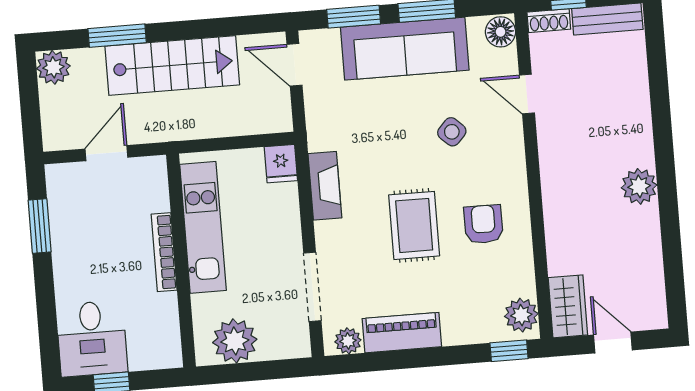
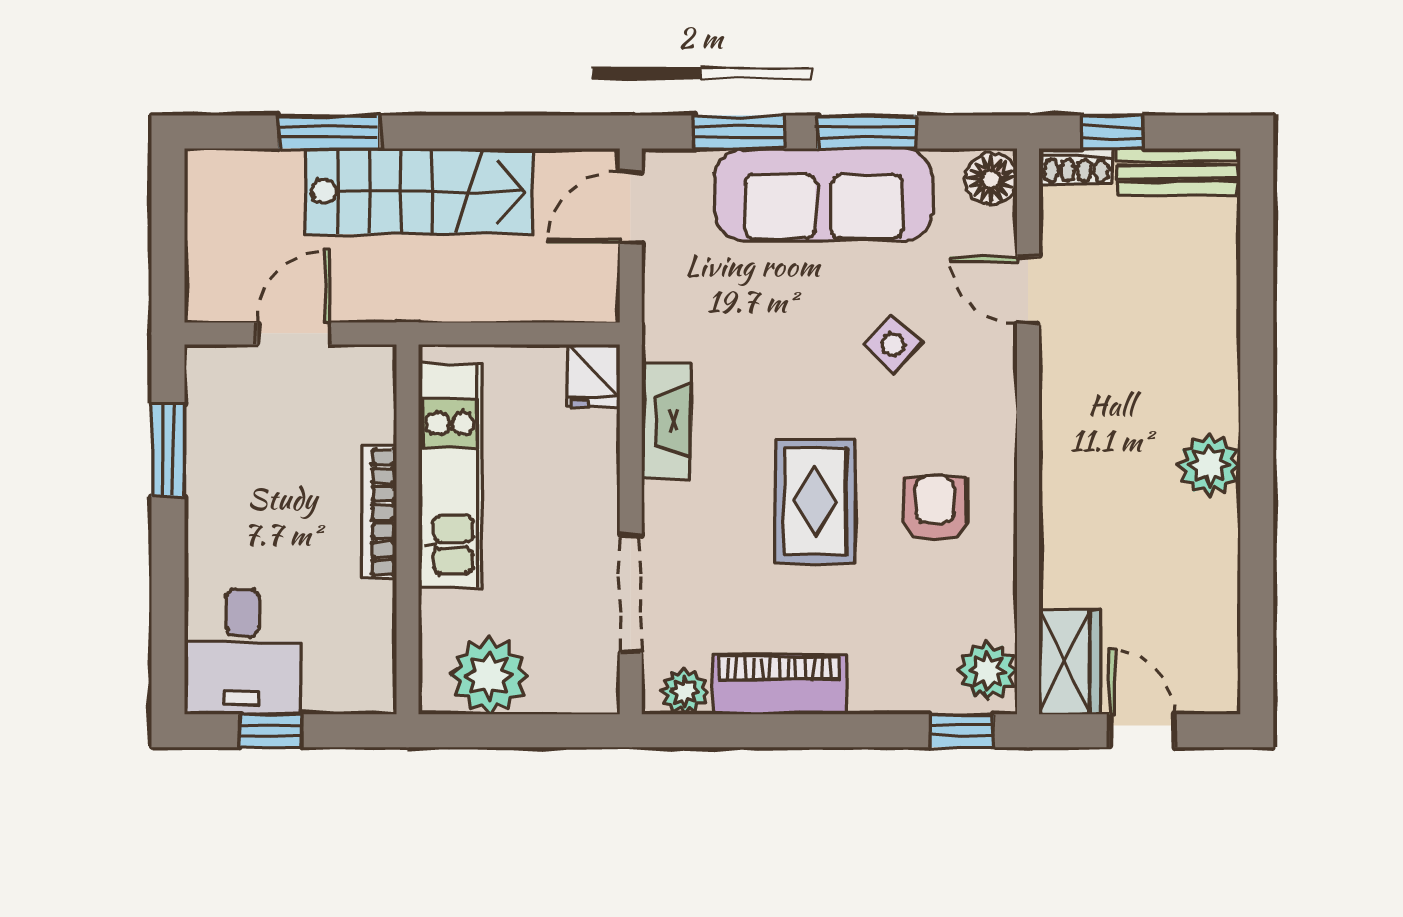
door: (295, 65) -> (631, 207), hinge flipped
plant: (53, 67) -> (214, 178), removed

